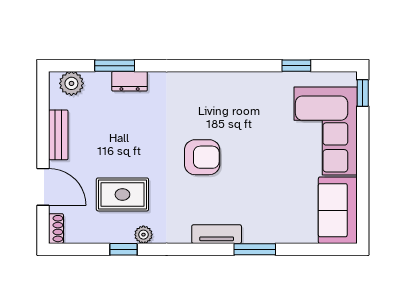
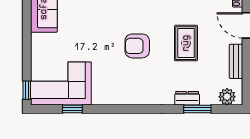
corner sofa: (326, 131) -> (61, 83), moved, turned -90
rug: (122, 194) -> (186, 43), moved, turned 90

